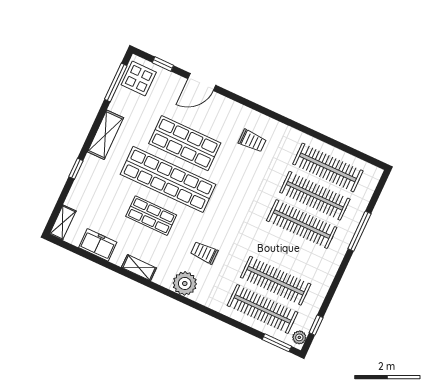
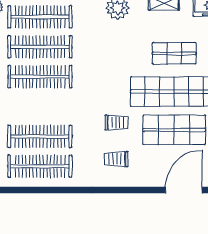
door: (202, 82) -> (184, 190), width x1.36
clothes rail: (302, 224) -> (40, 77), moved
trolley: (204, 253) -> (116, 123), moved

